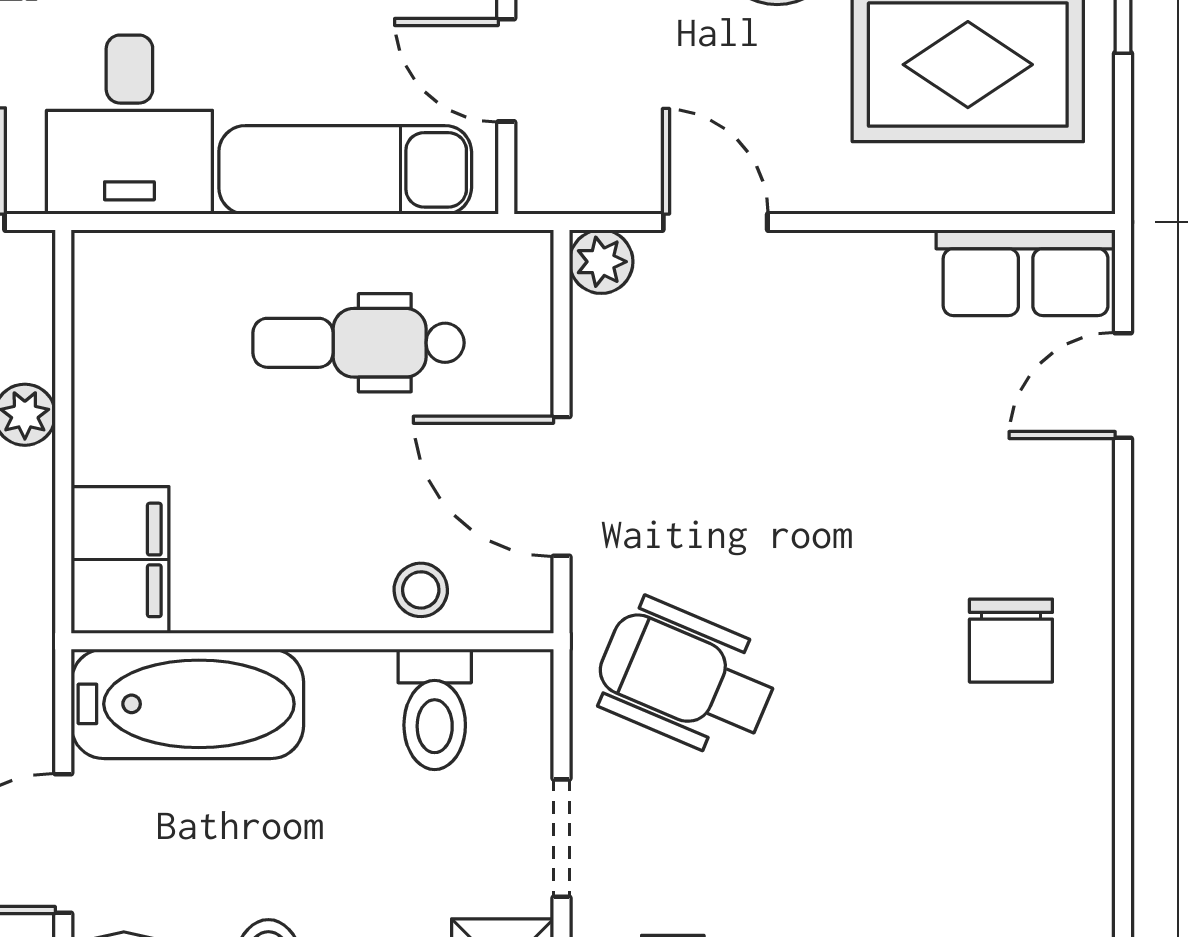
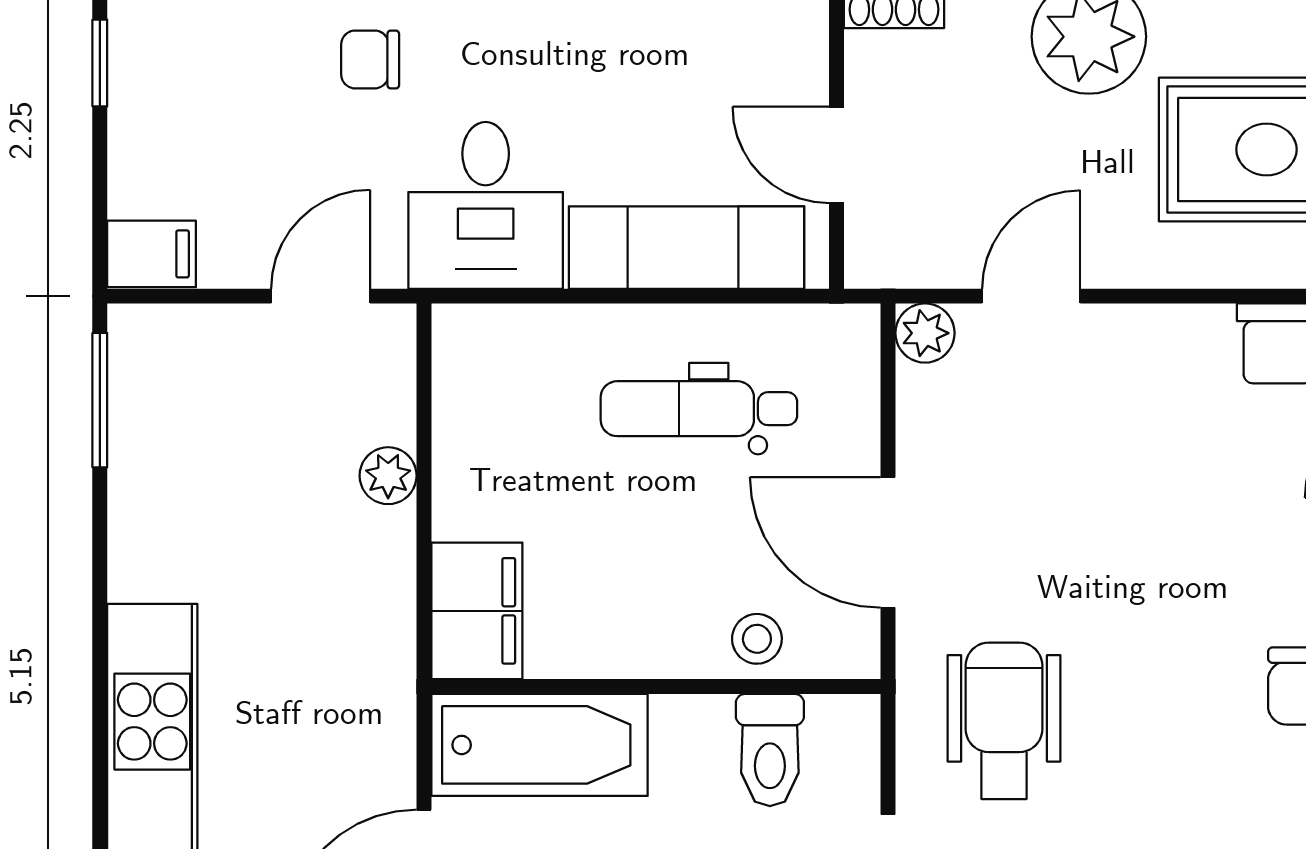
door: (715, 222) -> (1031, 296), hinge flipped
wheelchair: (686, 678) -> (1004, 721), turned 67

